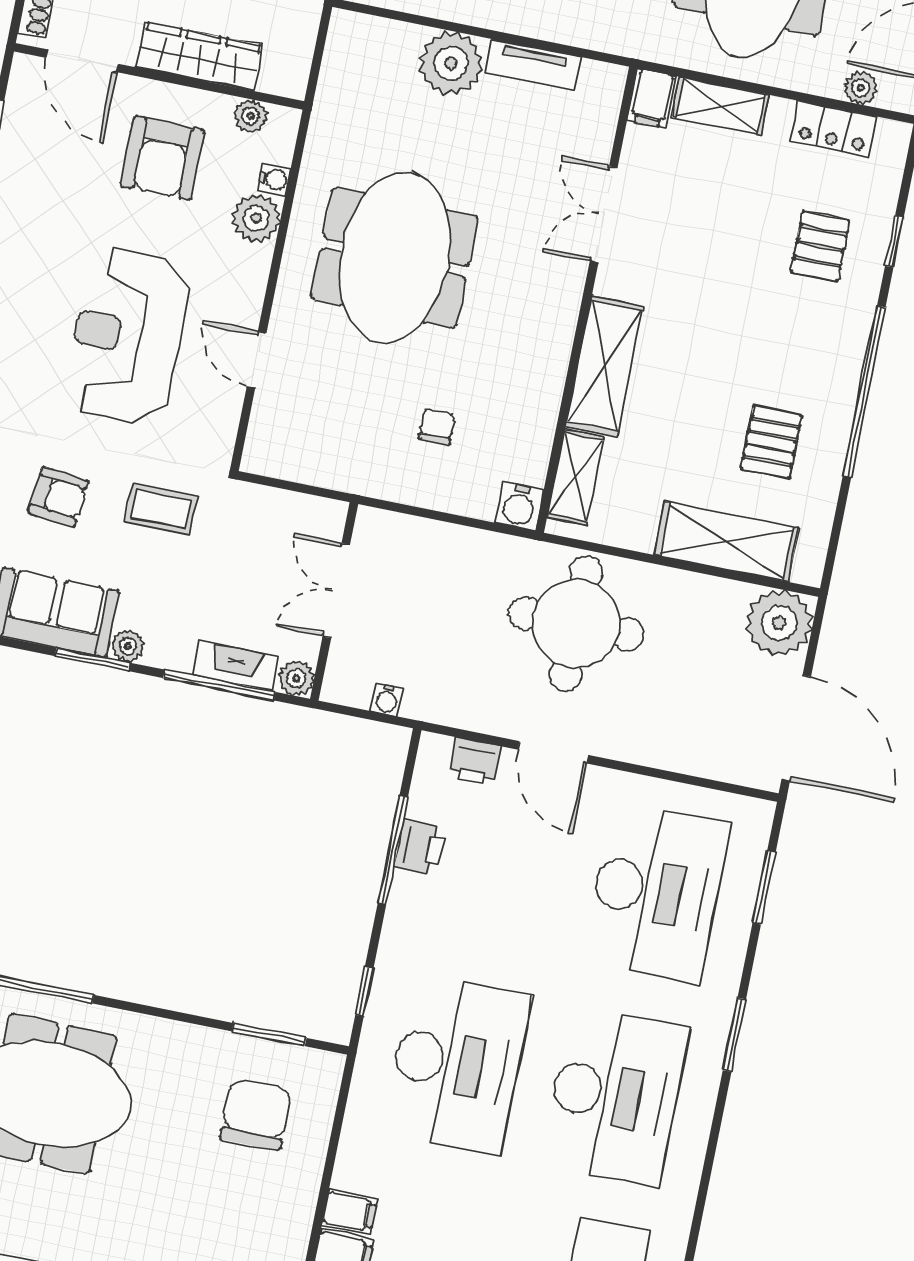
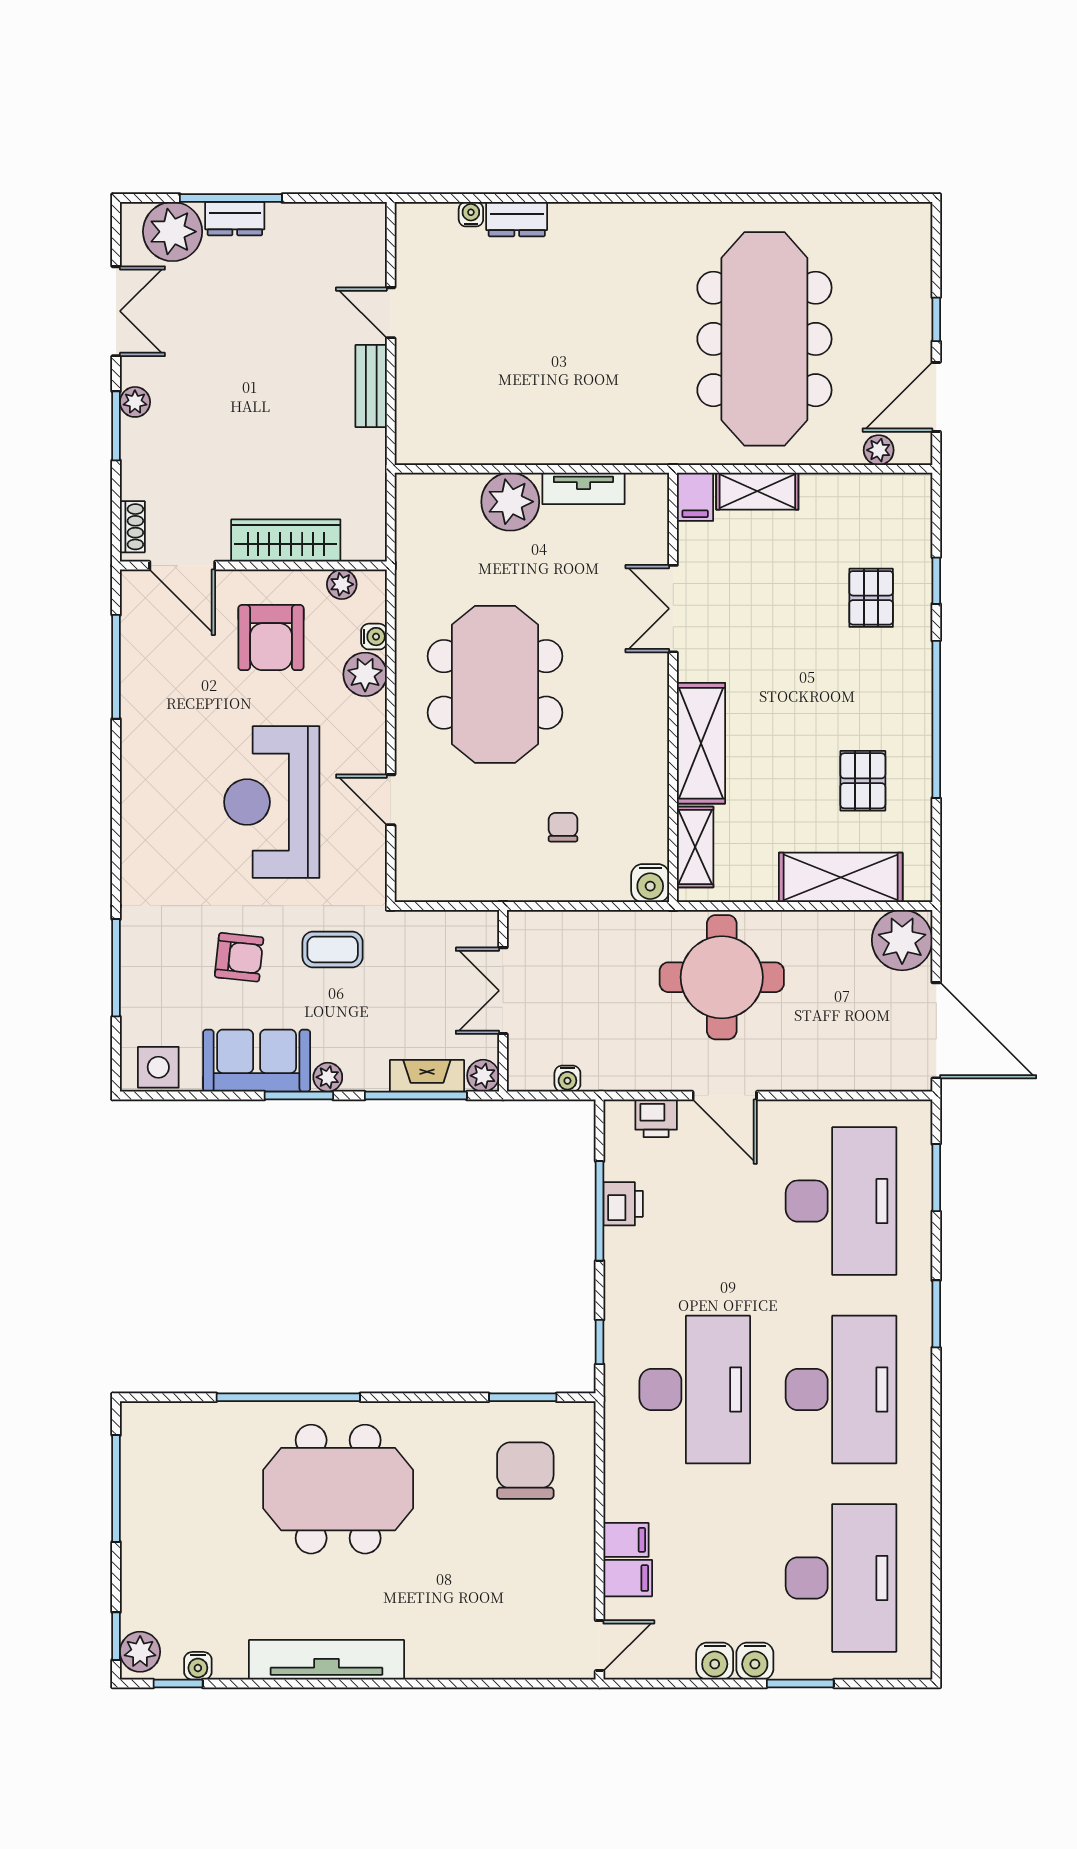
locker: (833, 129) -> (862, 491), removed

